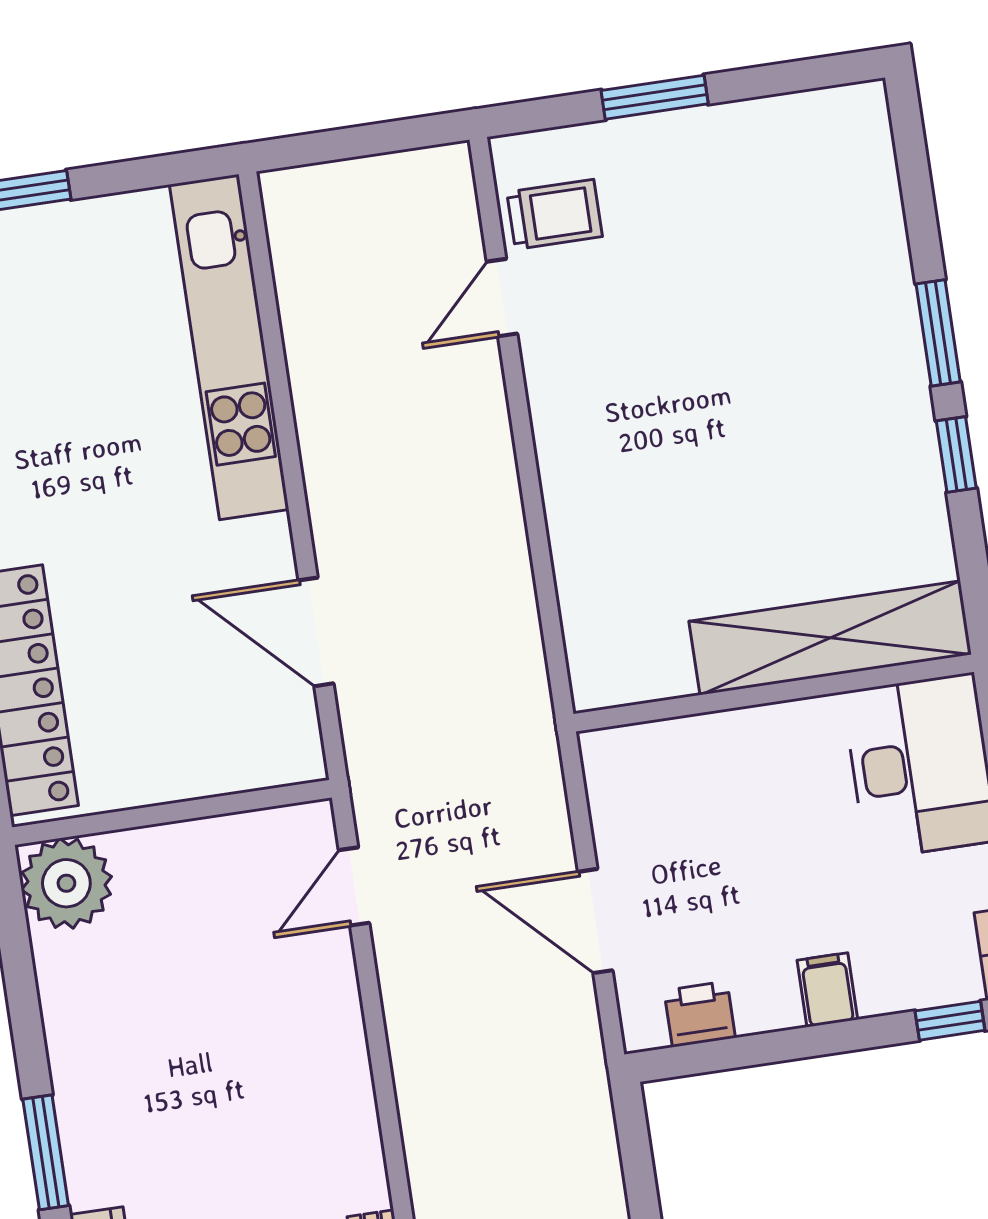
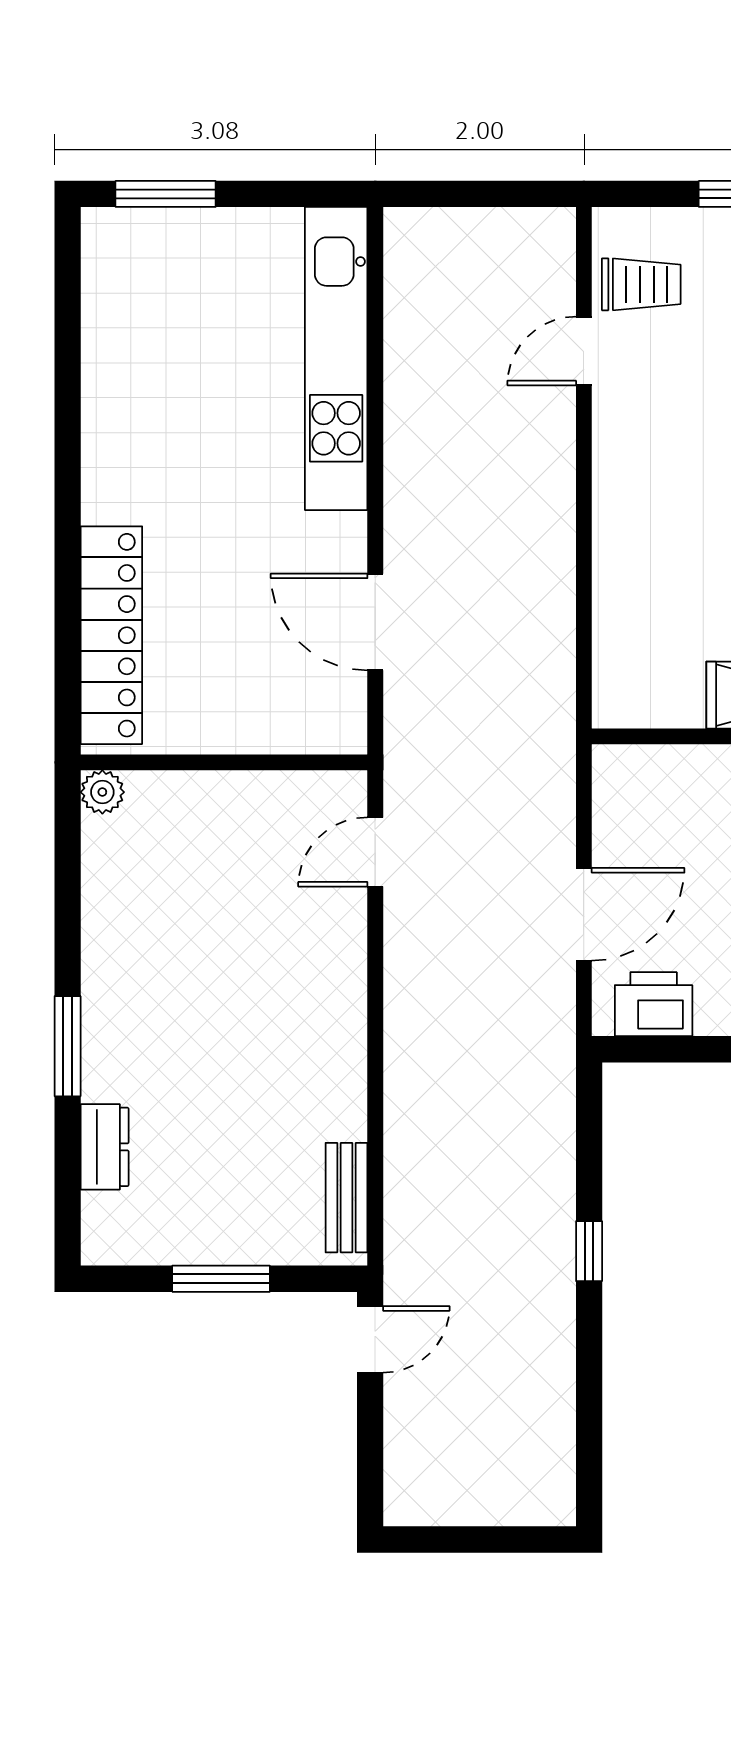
plant: (66, 883) -> (102, 792), width x0.53, depth x0.53
door: (595, 921) -> (584, 914), swing flipped
printer: (700, 1014) -> (654, 1004), width x1.36, depth x1.24

